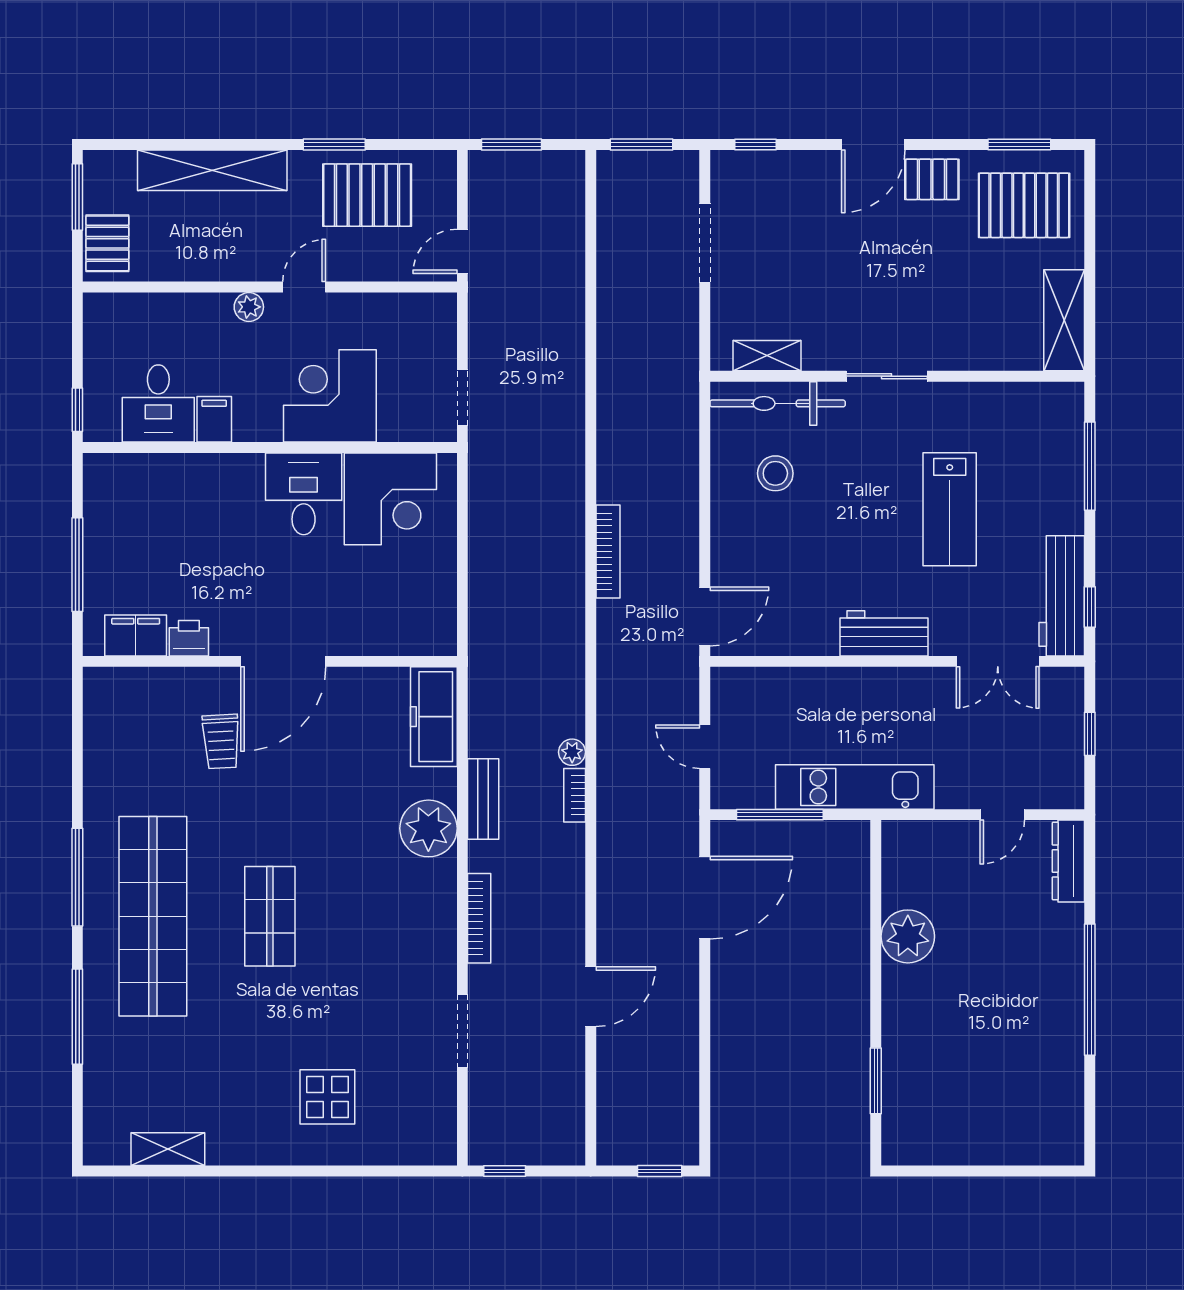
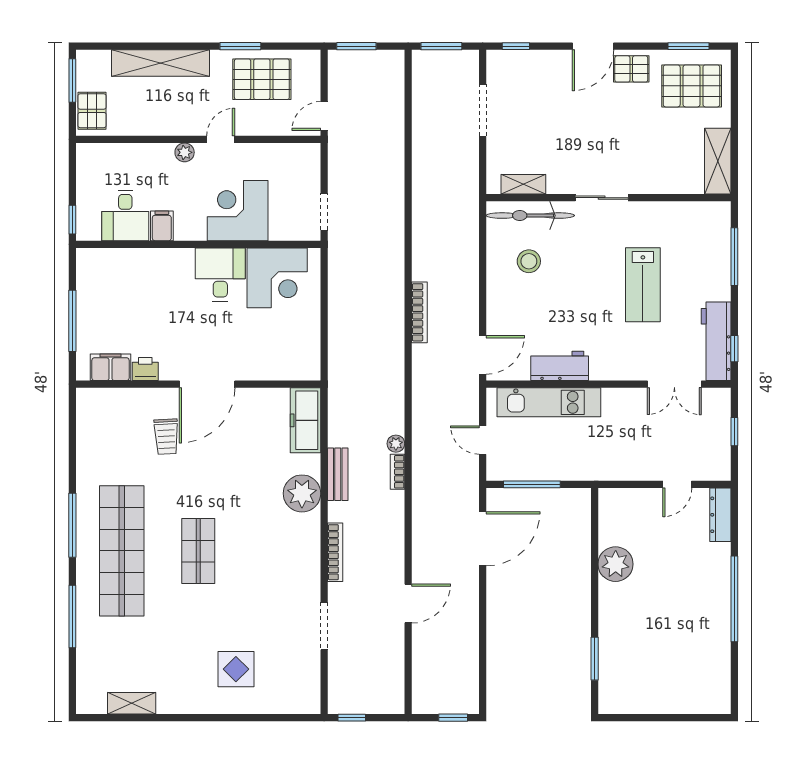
workbench: (884, 633) -> (560, 366), moved
kitchen unit: (855, 787) -> (549, 402), moved, turned 180

